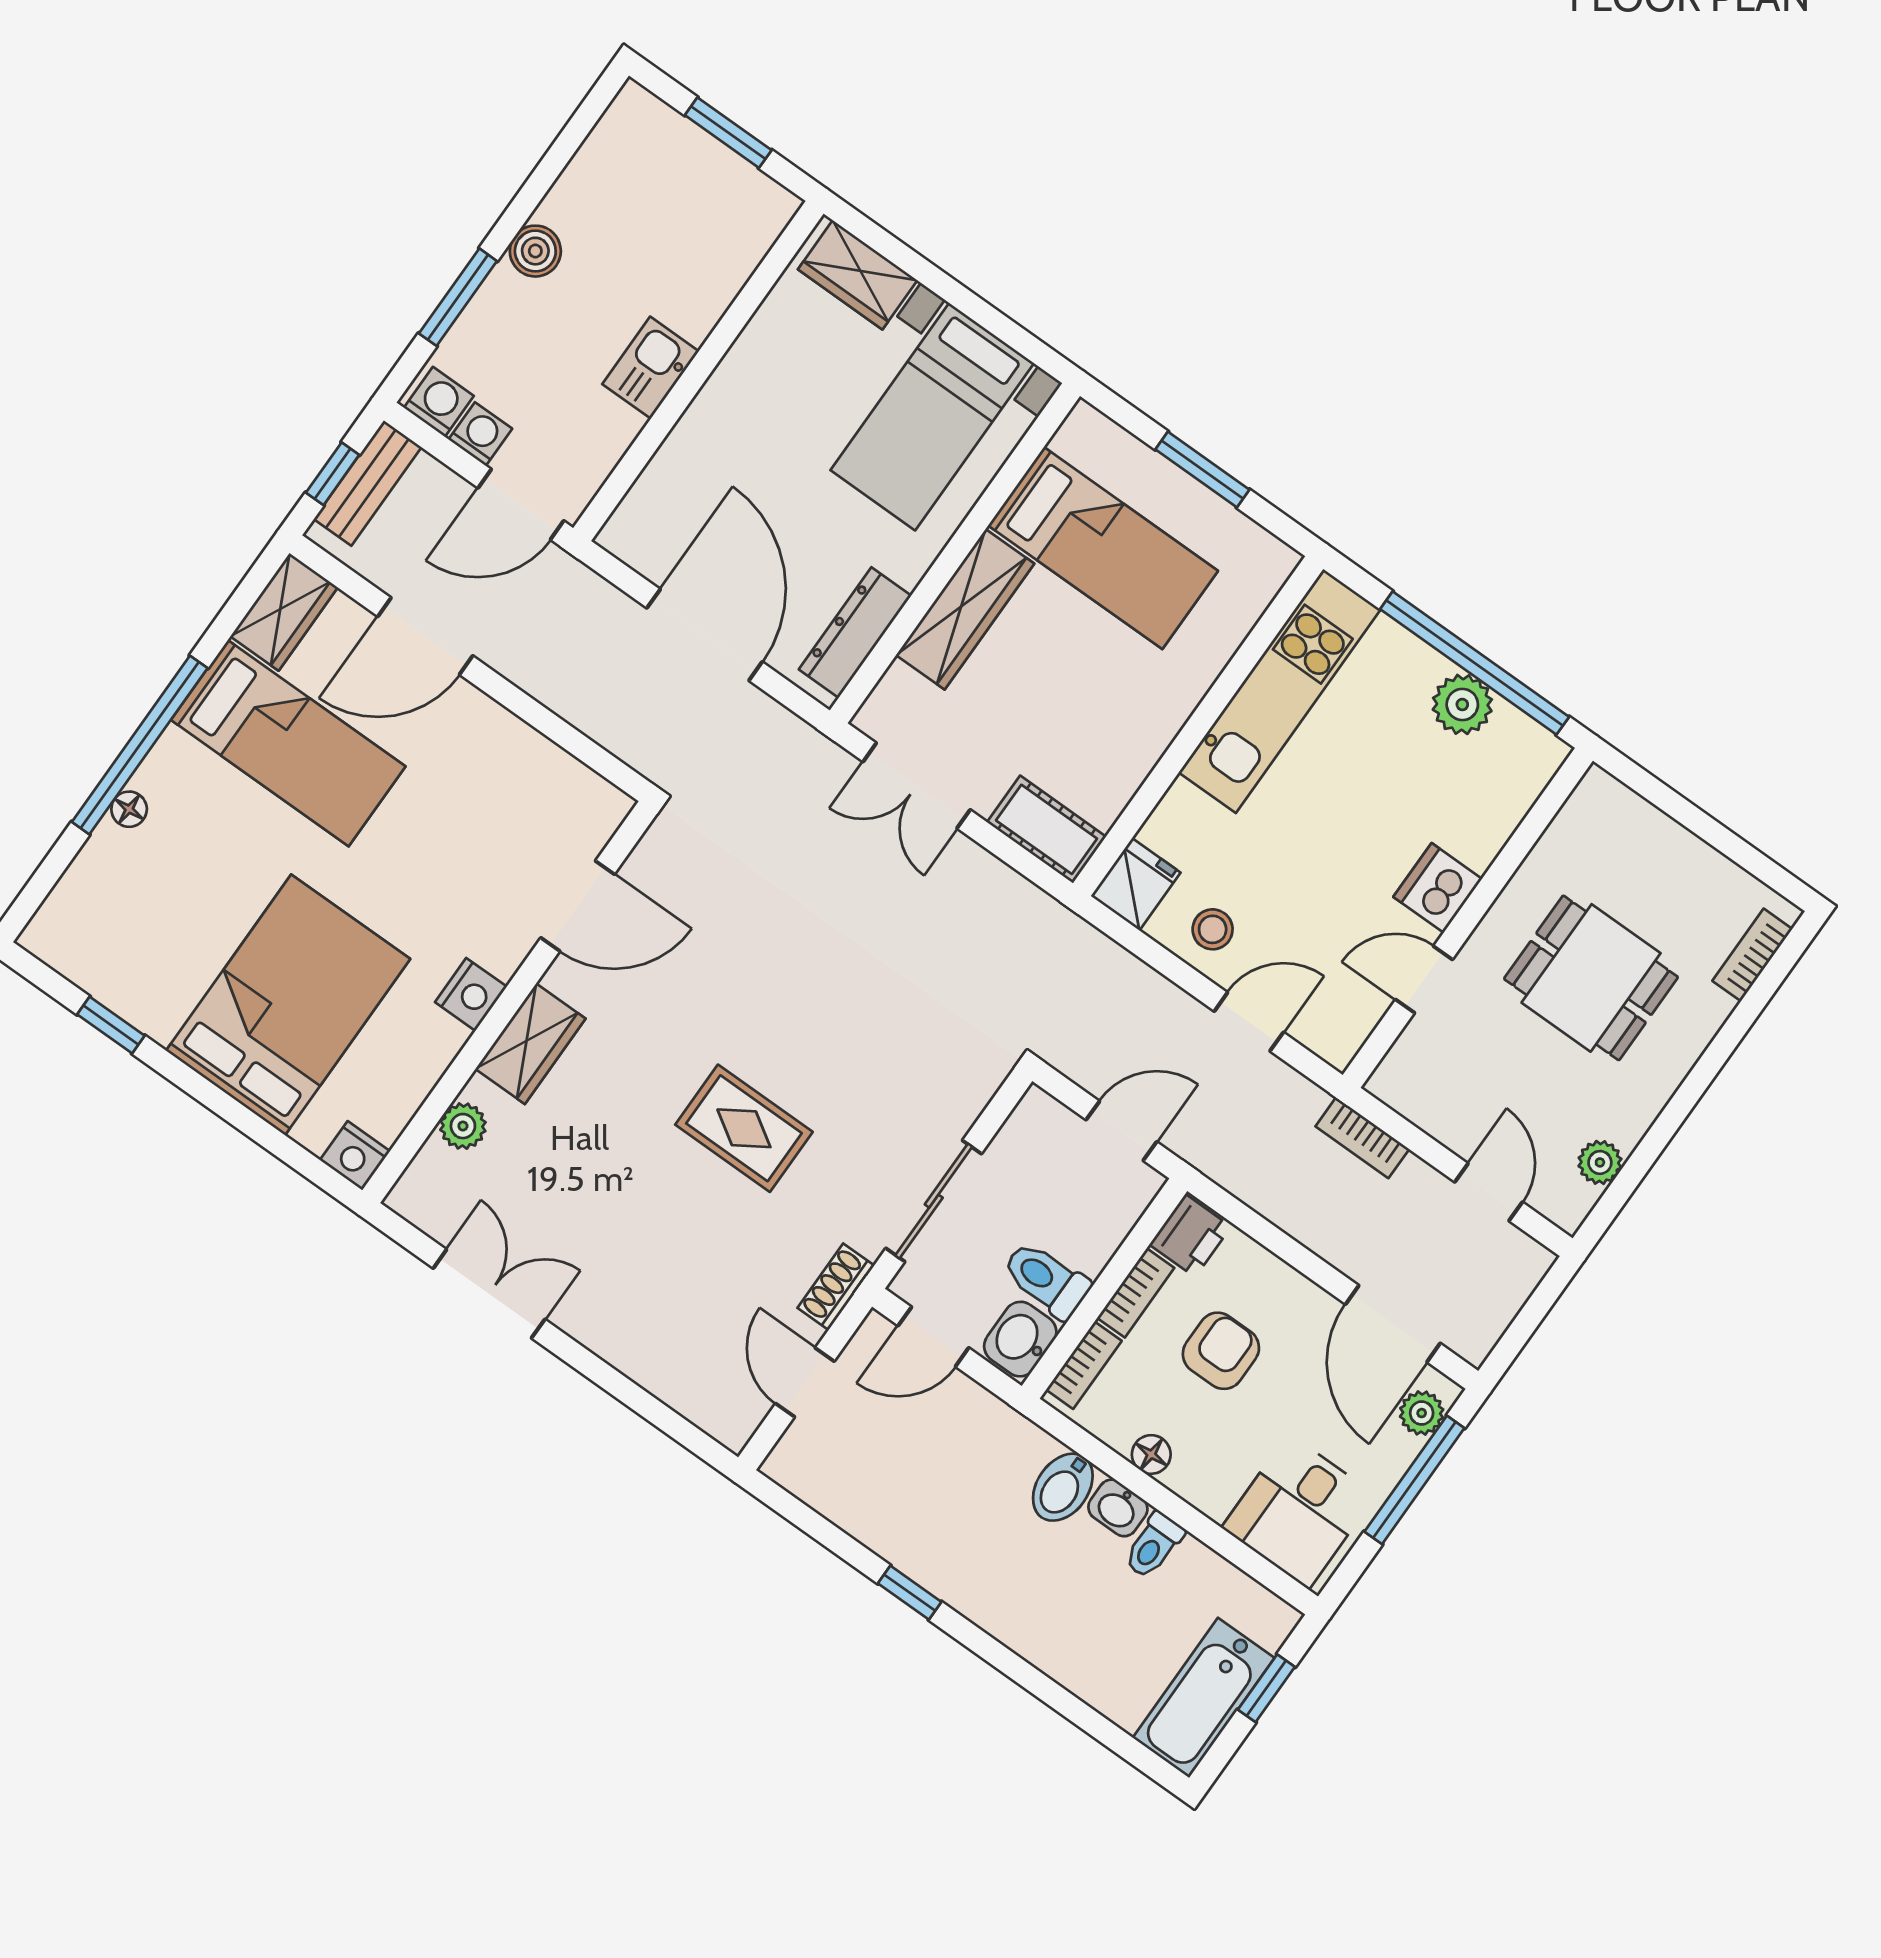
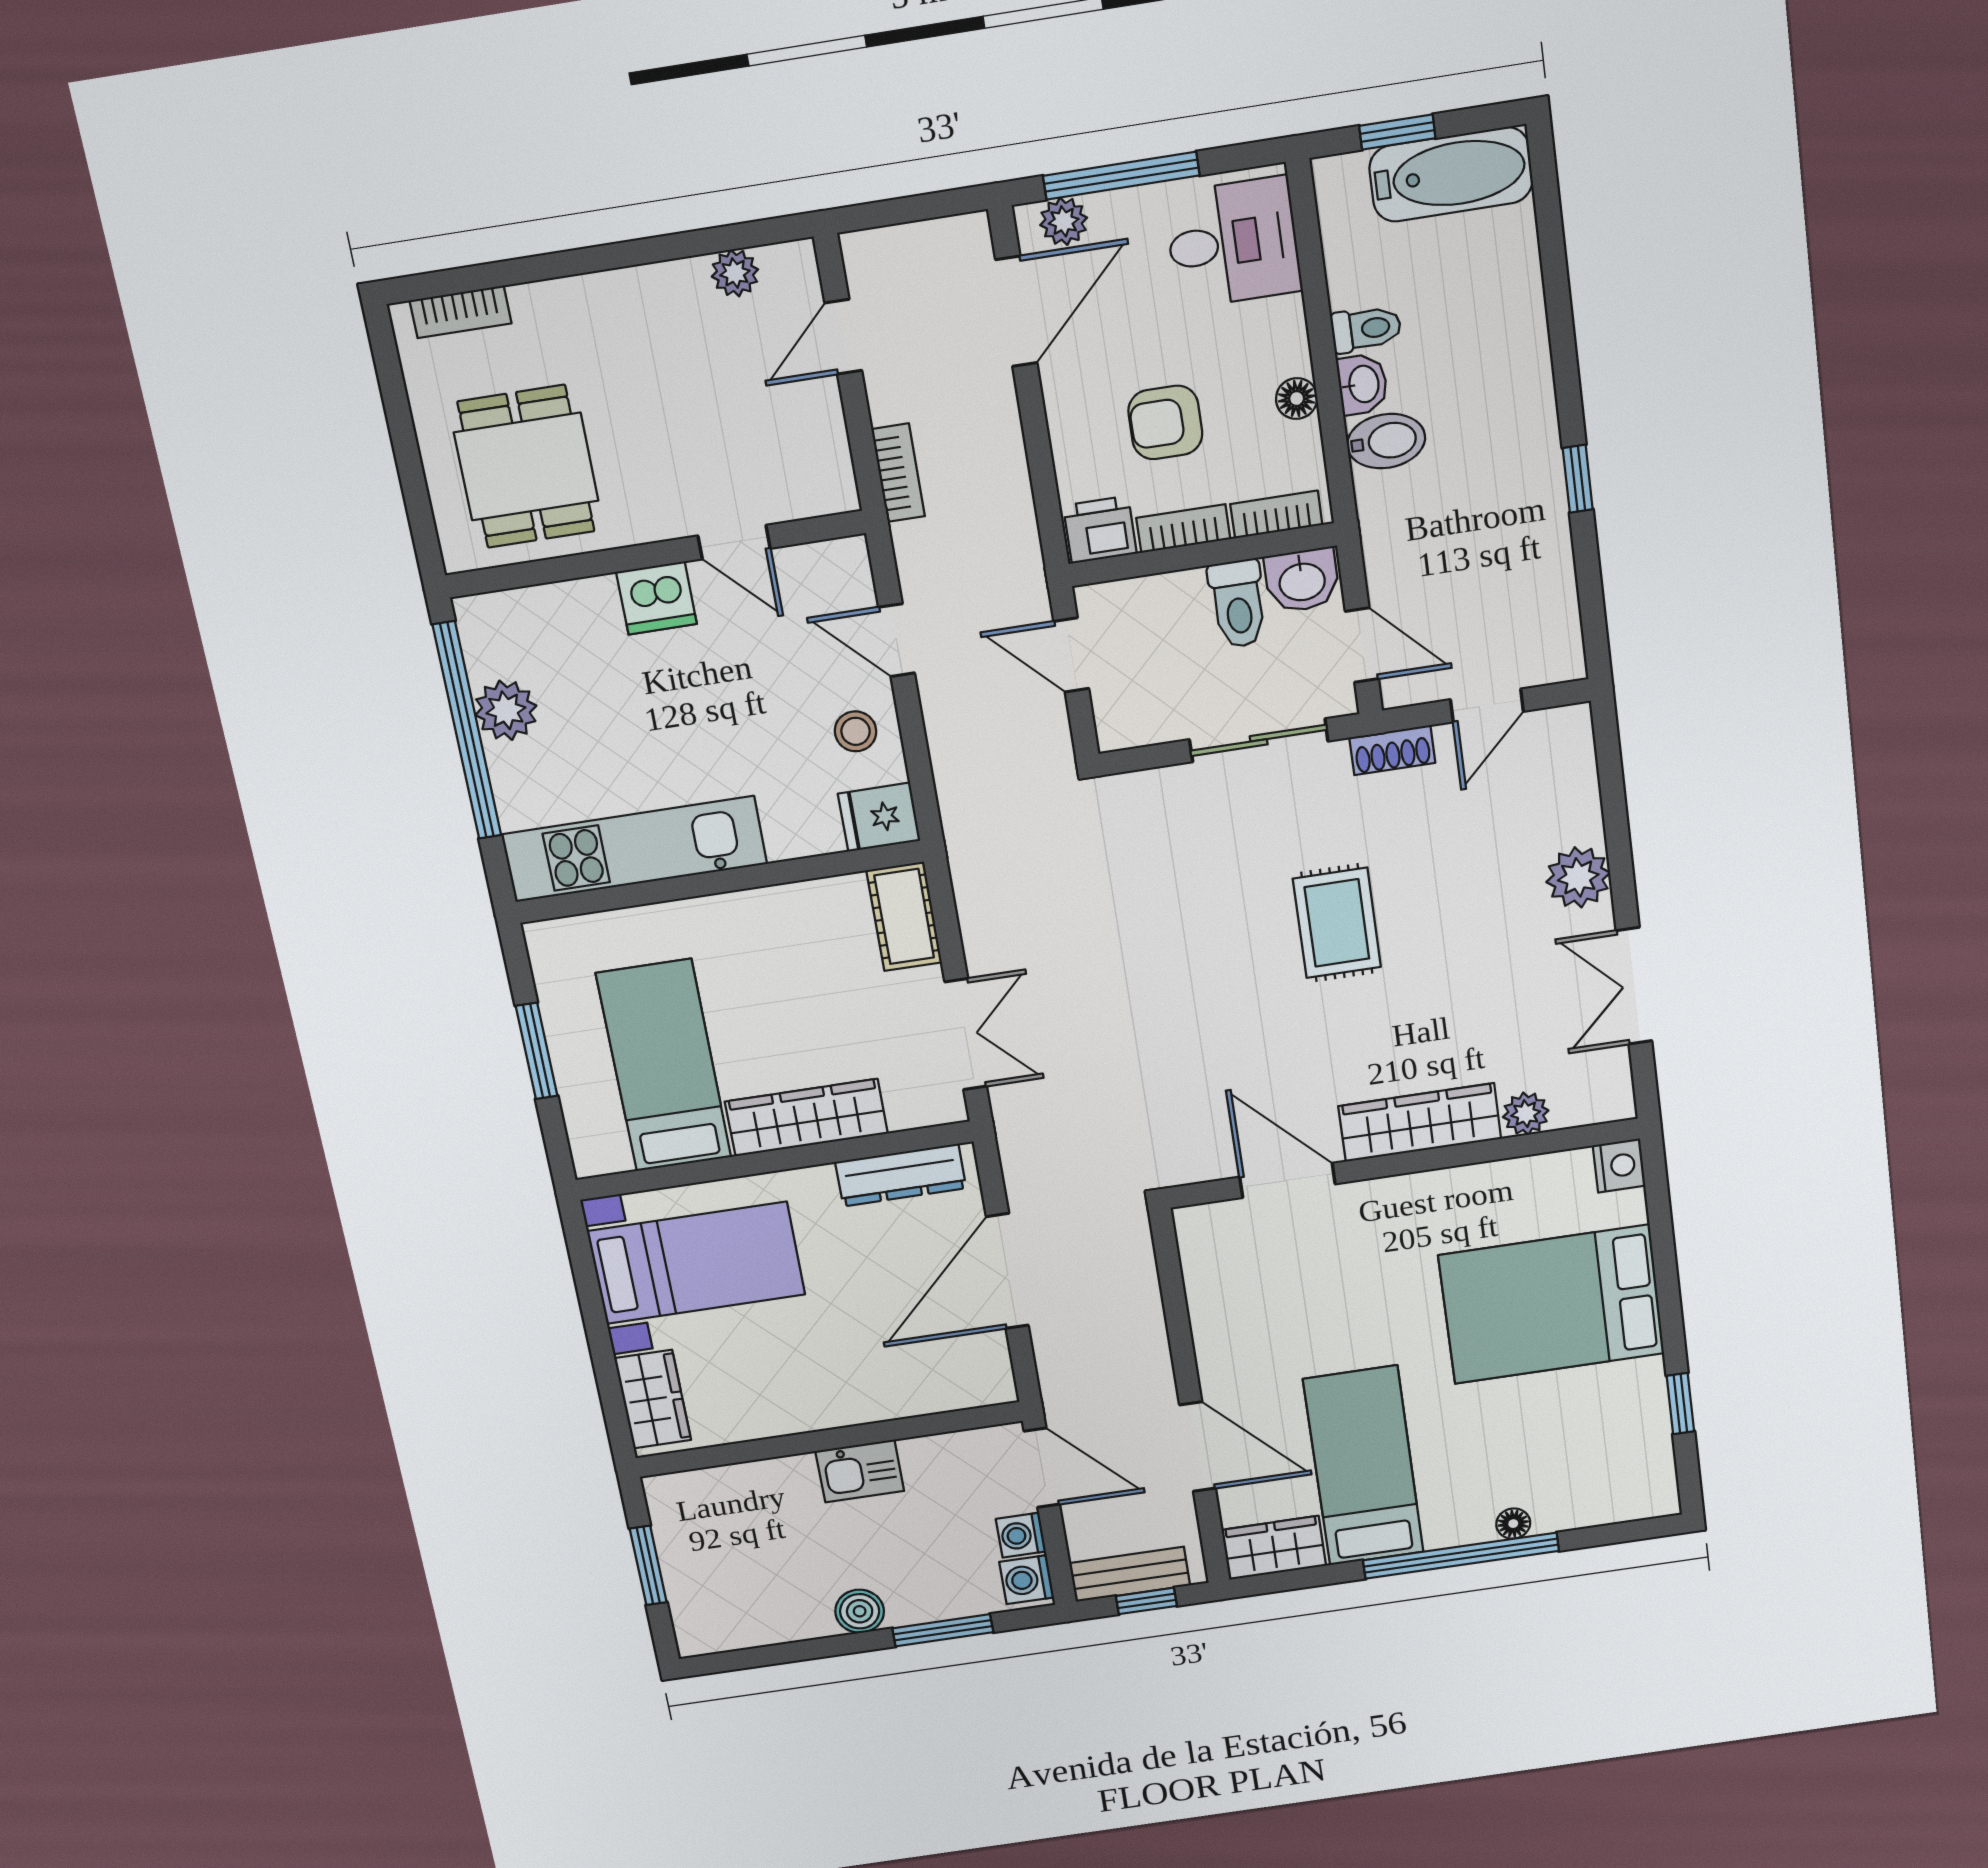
dining table: (1591, 978) -> (526, 467), moved
nightstand: (471, 994) -> (1424, 1193), removed
wardrobe: (530, 1044) -> (1420, 1123), width x1.50
plant: (613, 1329) -> (1578, 877), added

